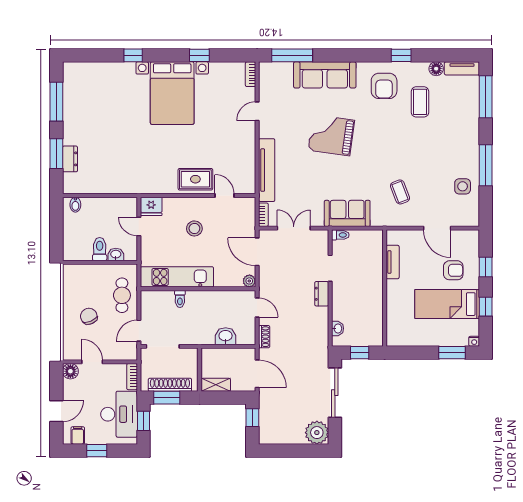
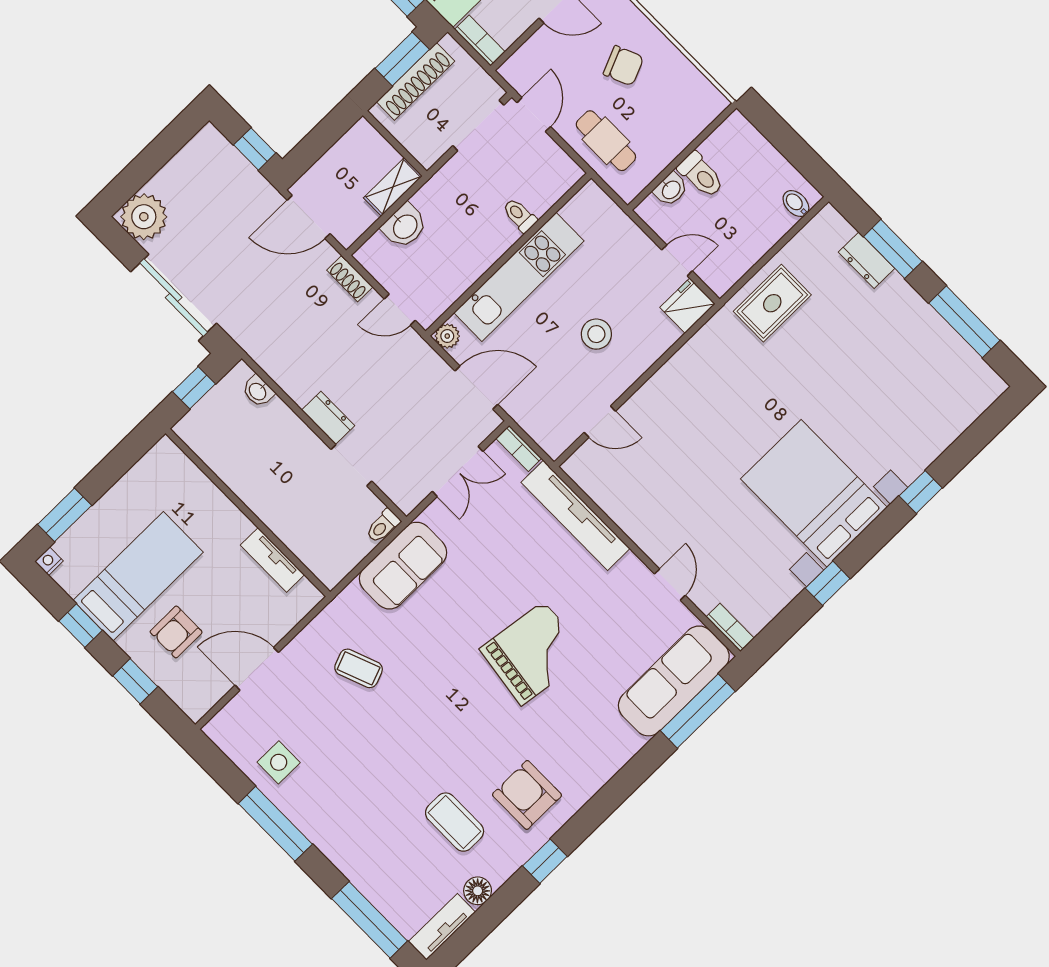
sofa: (325, 75) -> (674, 681), moved
rug: (195, 179) -> (772, 303), moved
kitchen unit: (177, 277) -> (519, 277), moved
shelving: (216, 385) -> (393, 187), moved

